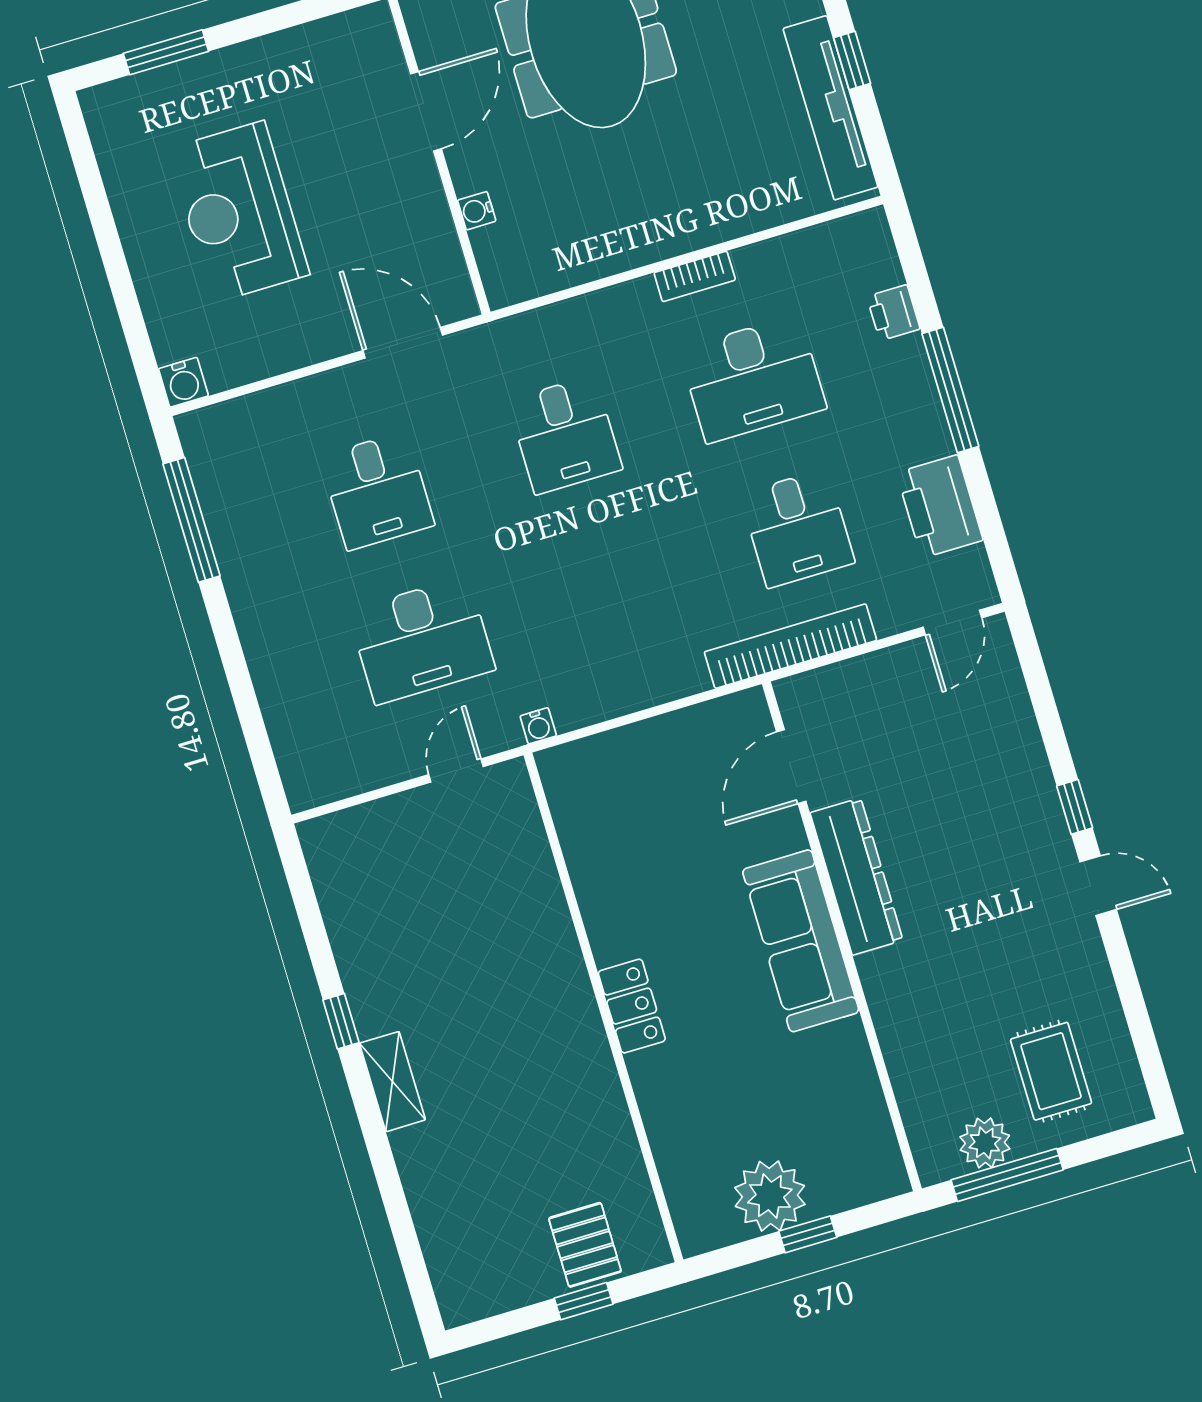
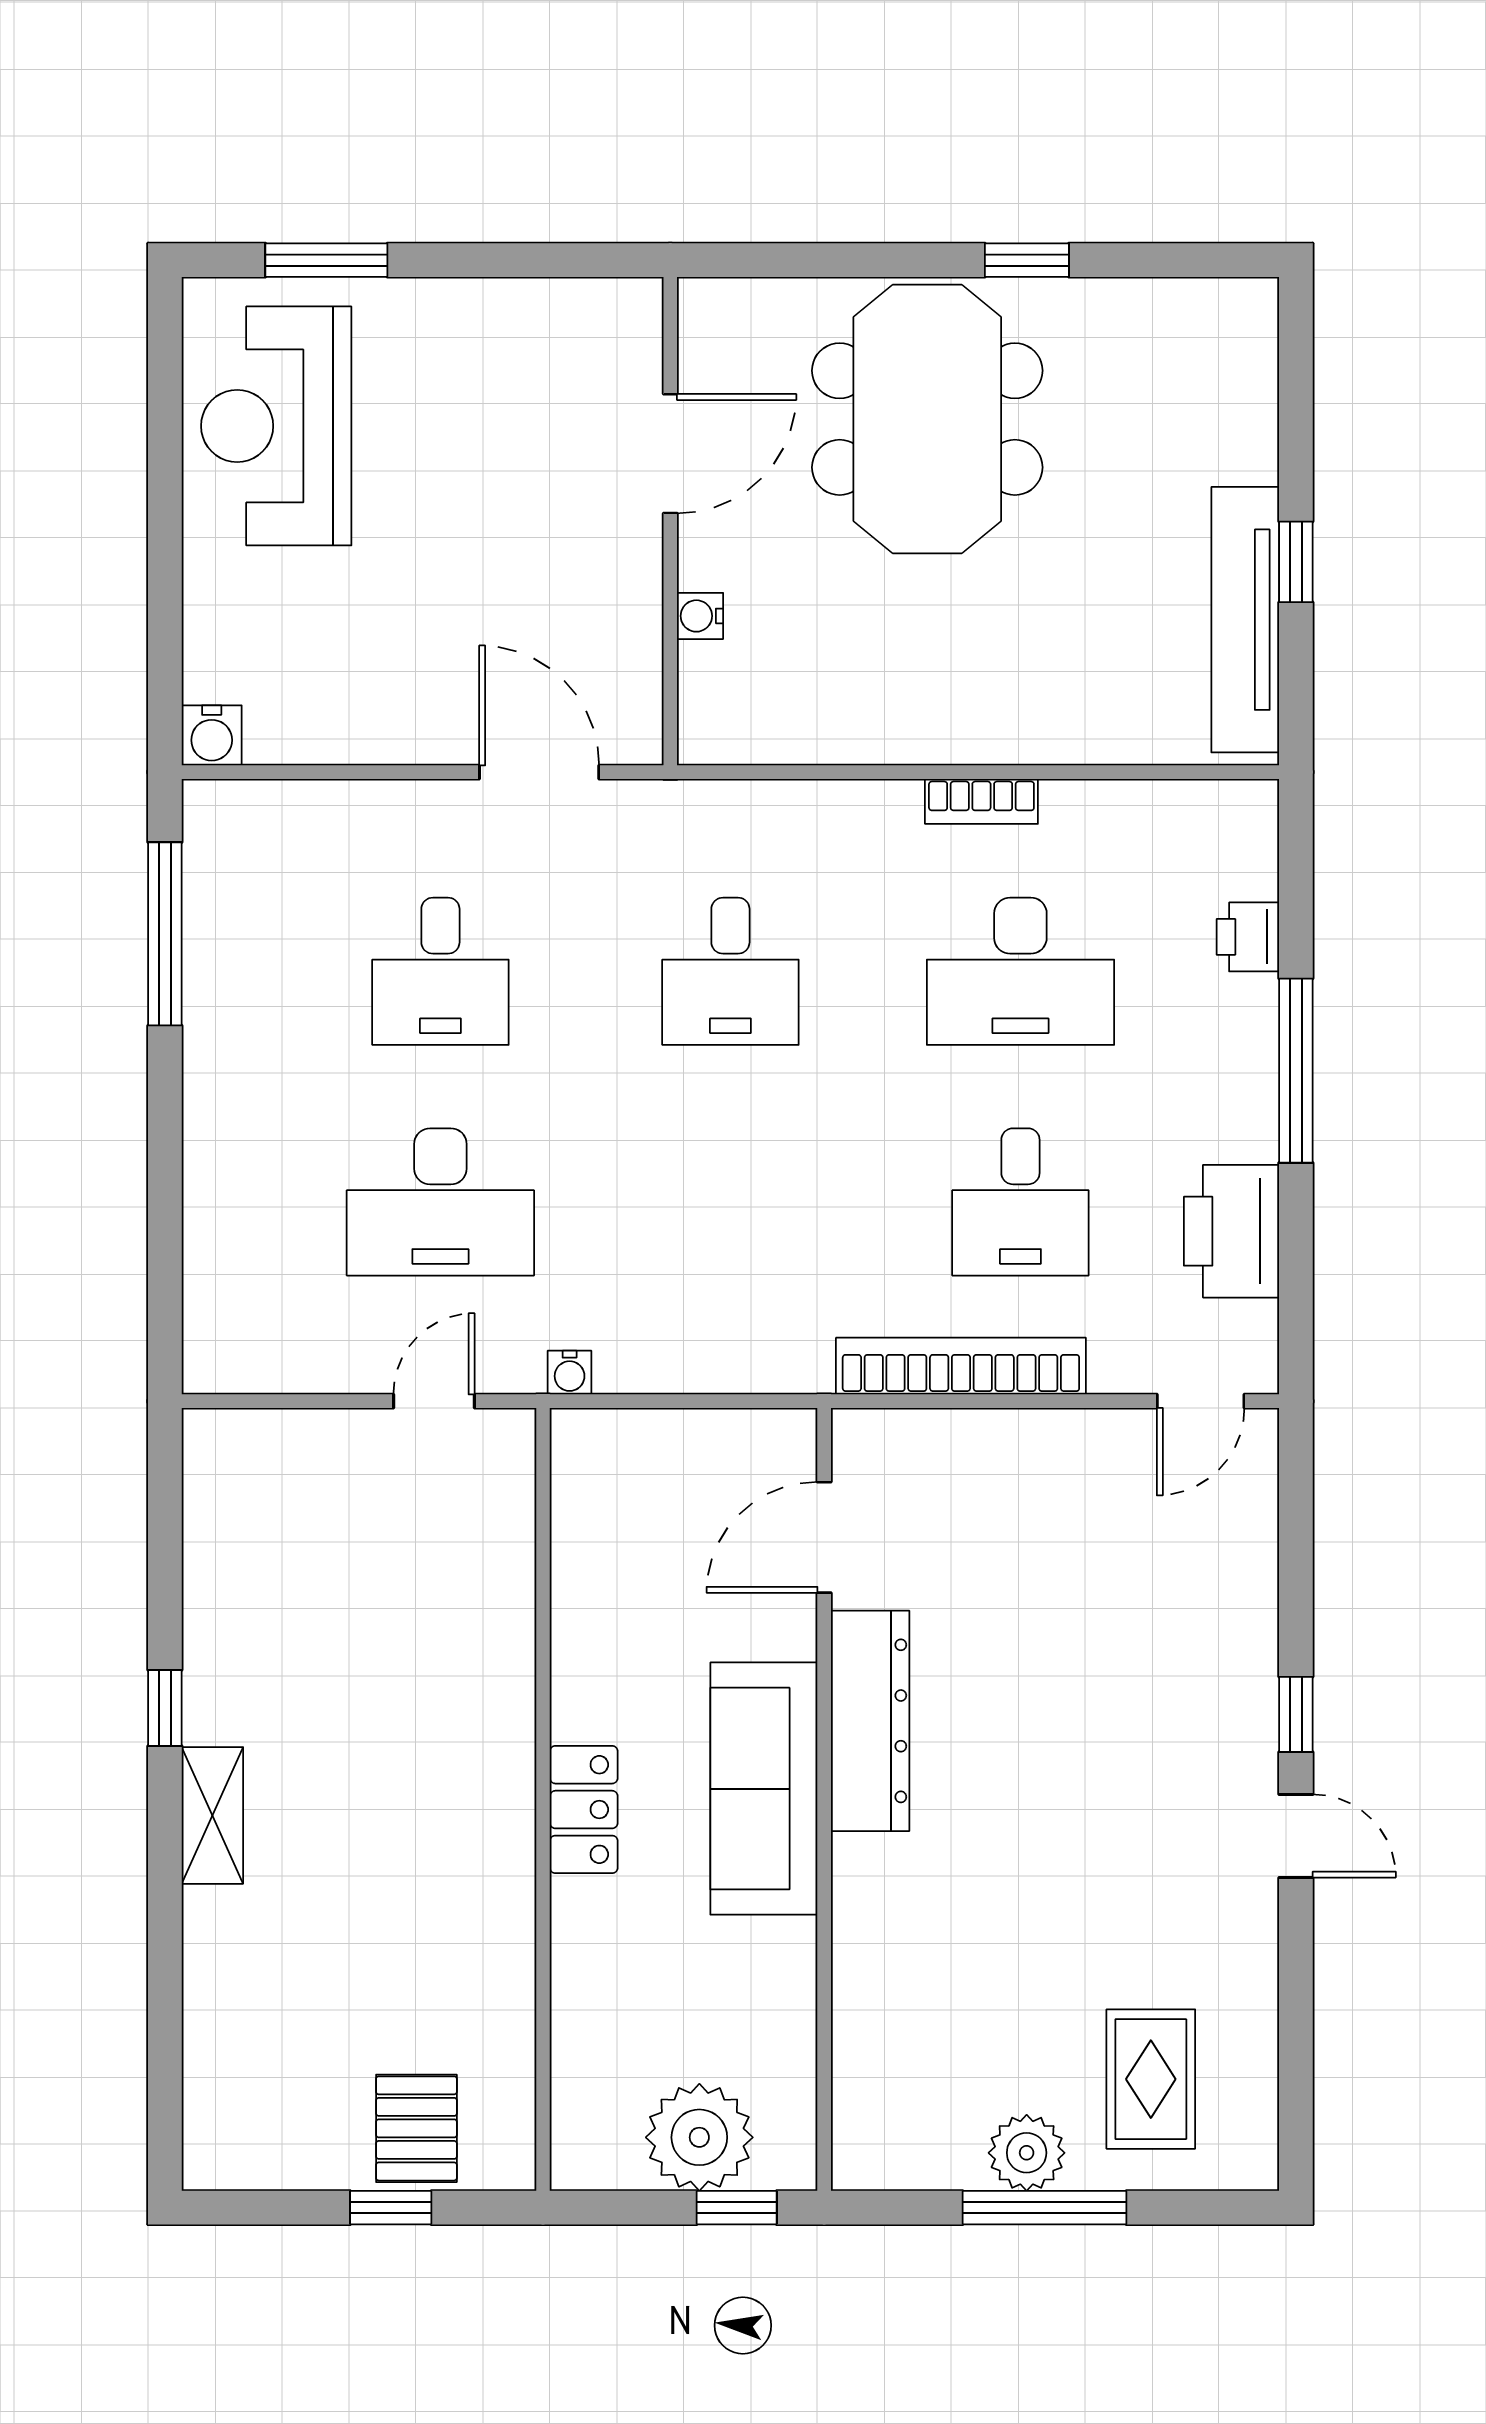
reception desk: (239, 212) -> (276, 426), moved
door: (791, 767) -> (824, 1537), moved
dresser: (856, 877) -> (870, 1721), moved
wall: (842, 936) -> (824, 1799), moved
sofa: (801, 941) -> (764, 1789), moved

